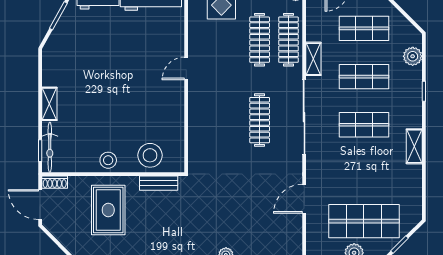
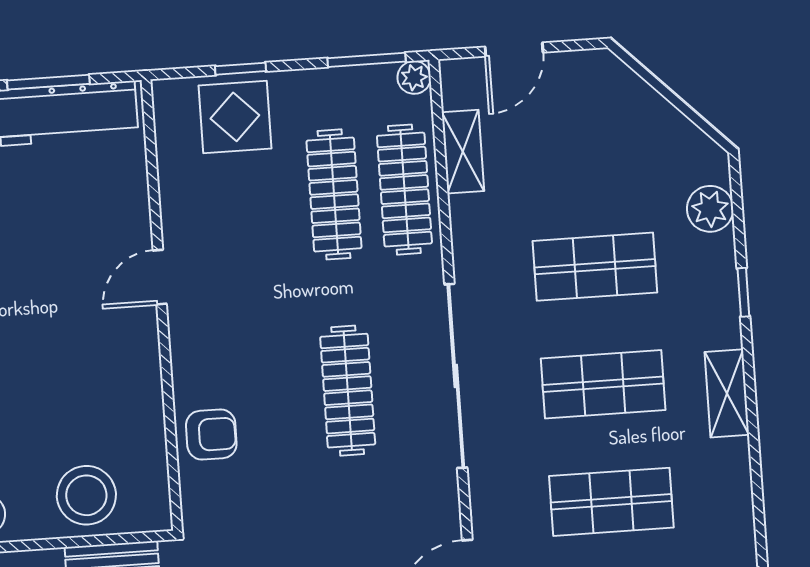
shop shelf: (364, 28) -> (611, 502), moved
shelving: (313, 59) -> (463, 152), moved
armchair: (203, 134) -> (211, 434), added
shelving: (414, 146) -> (727, 393), moved

